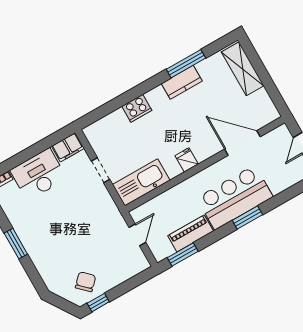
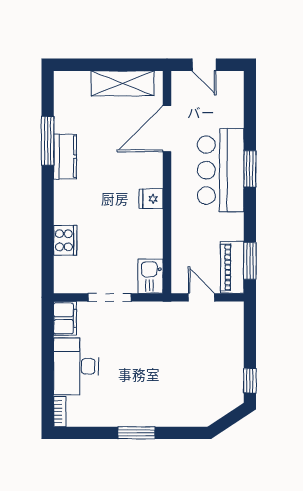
shelving: (243, 69) -> (123, 83), moved
cooker: (137, 108) -> (65, 240), moved
doorway: (101, 170) -> (110, 297), width x1.38
kitchen sink: (141, 182) -> (151, 276), width x0.53, depth x0.81
piano: (191, 233) -> (232, 267), moved
chair: (86, 282) -> (220, 381), removed

